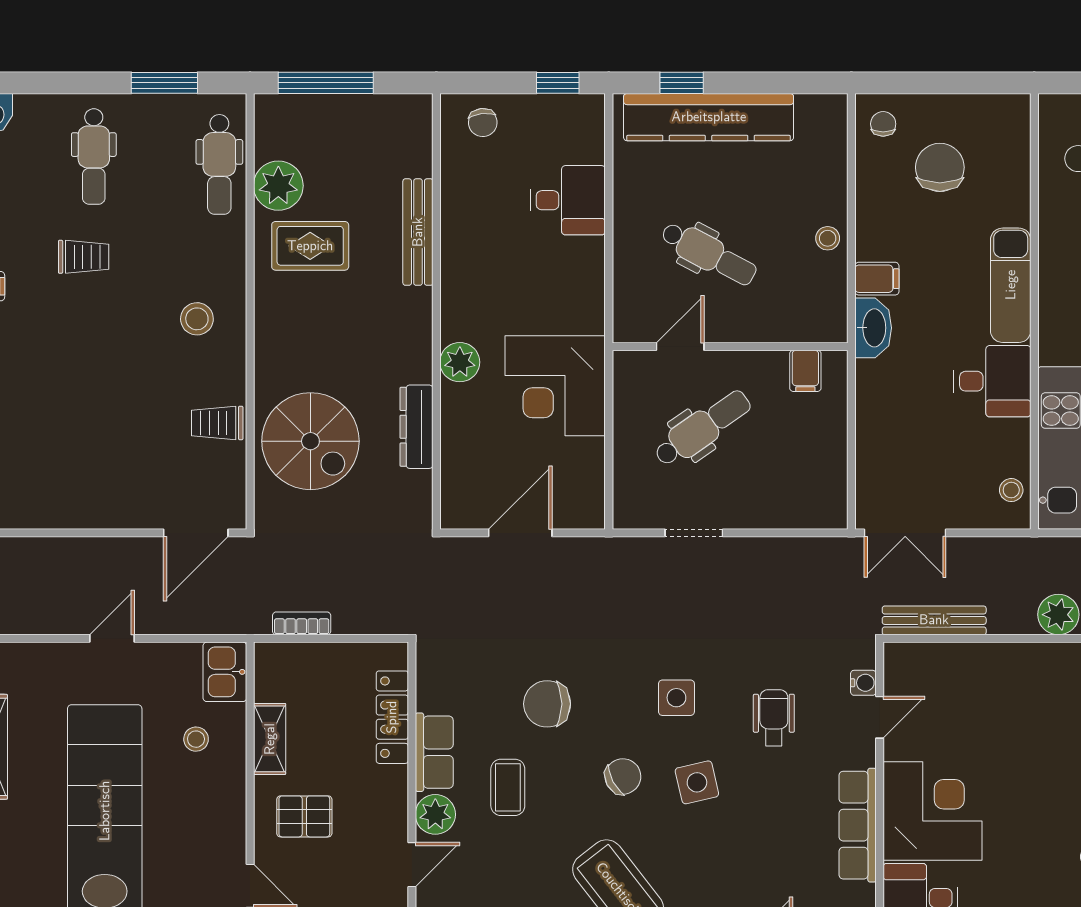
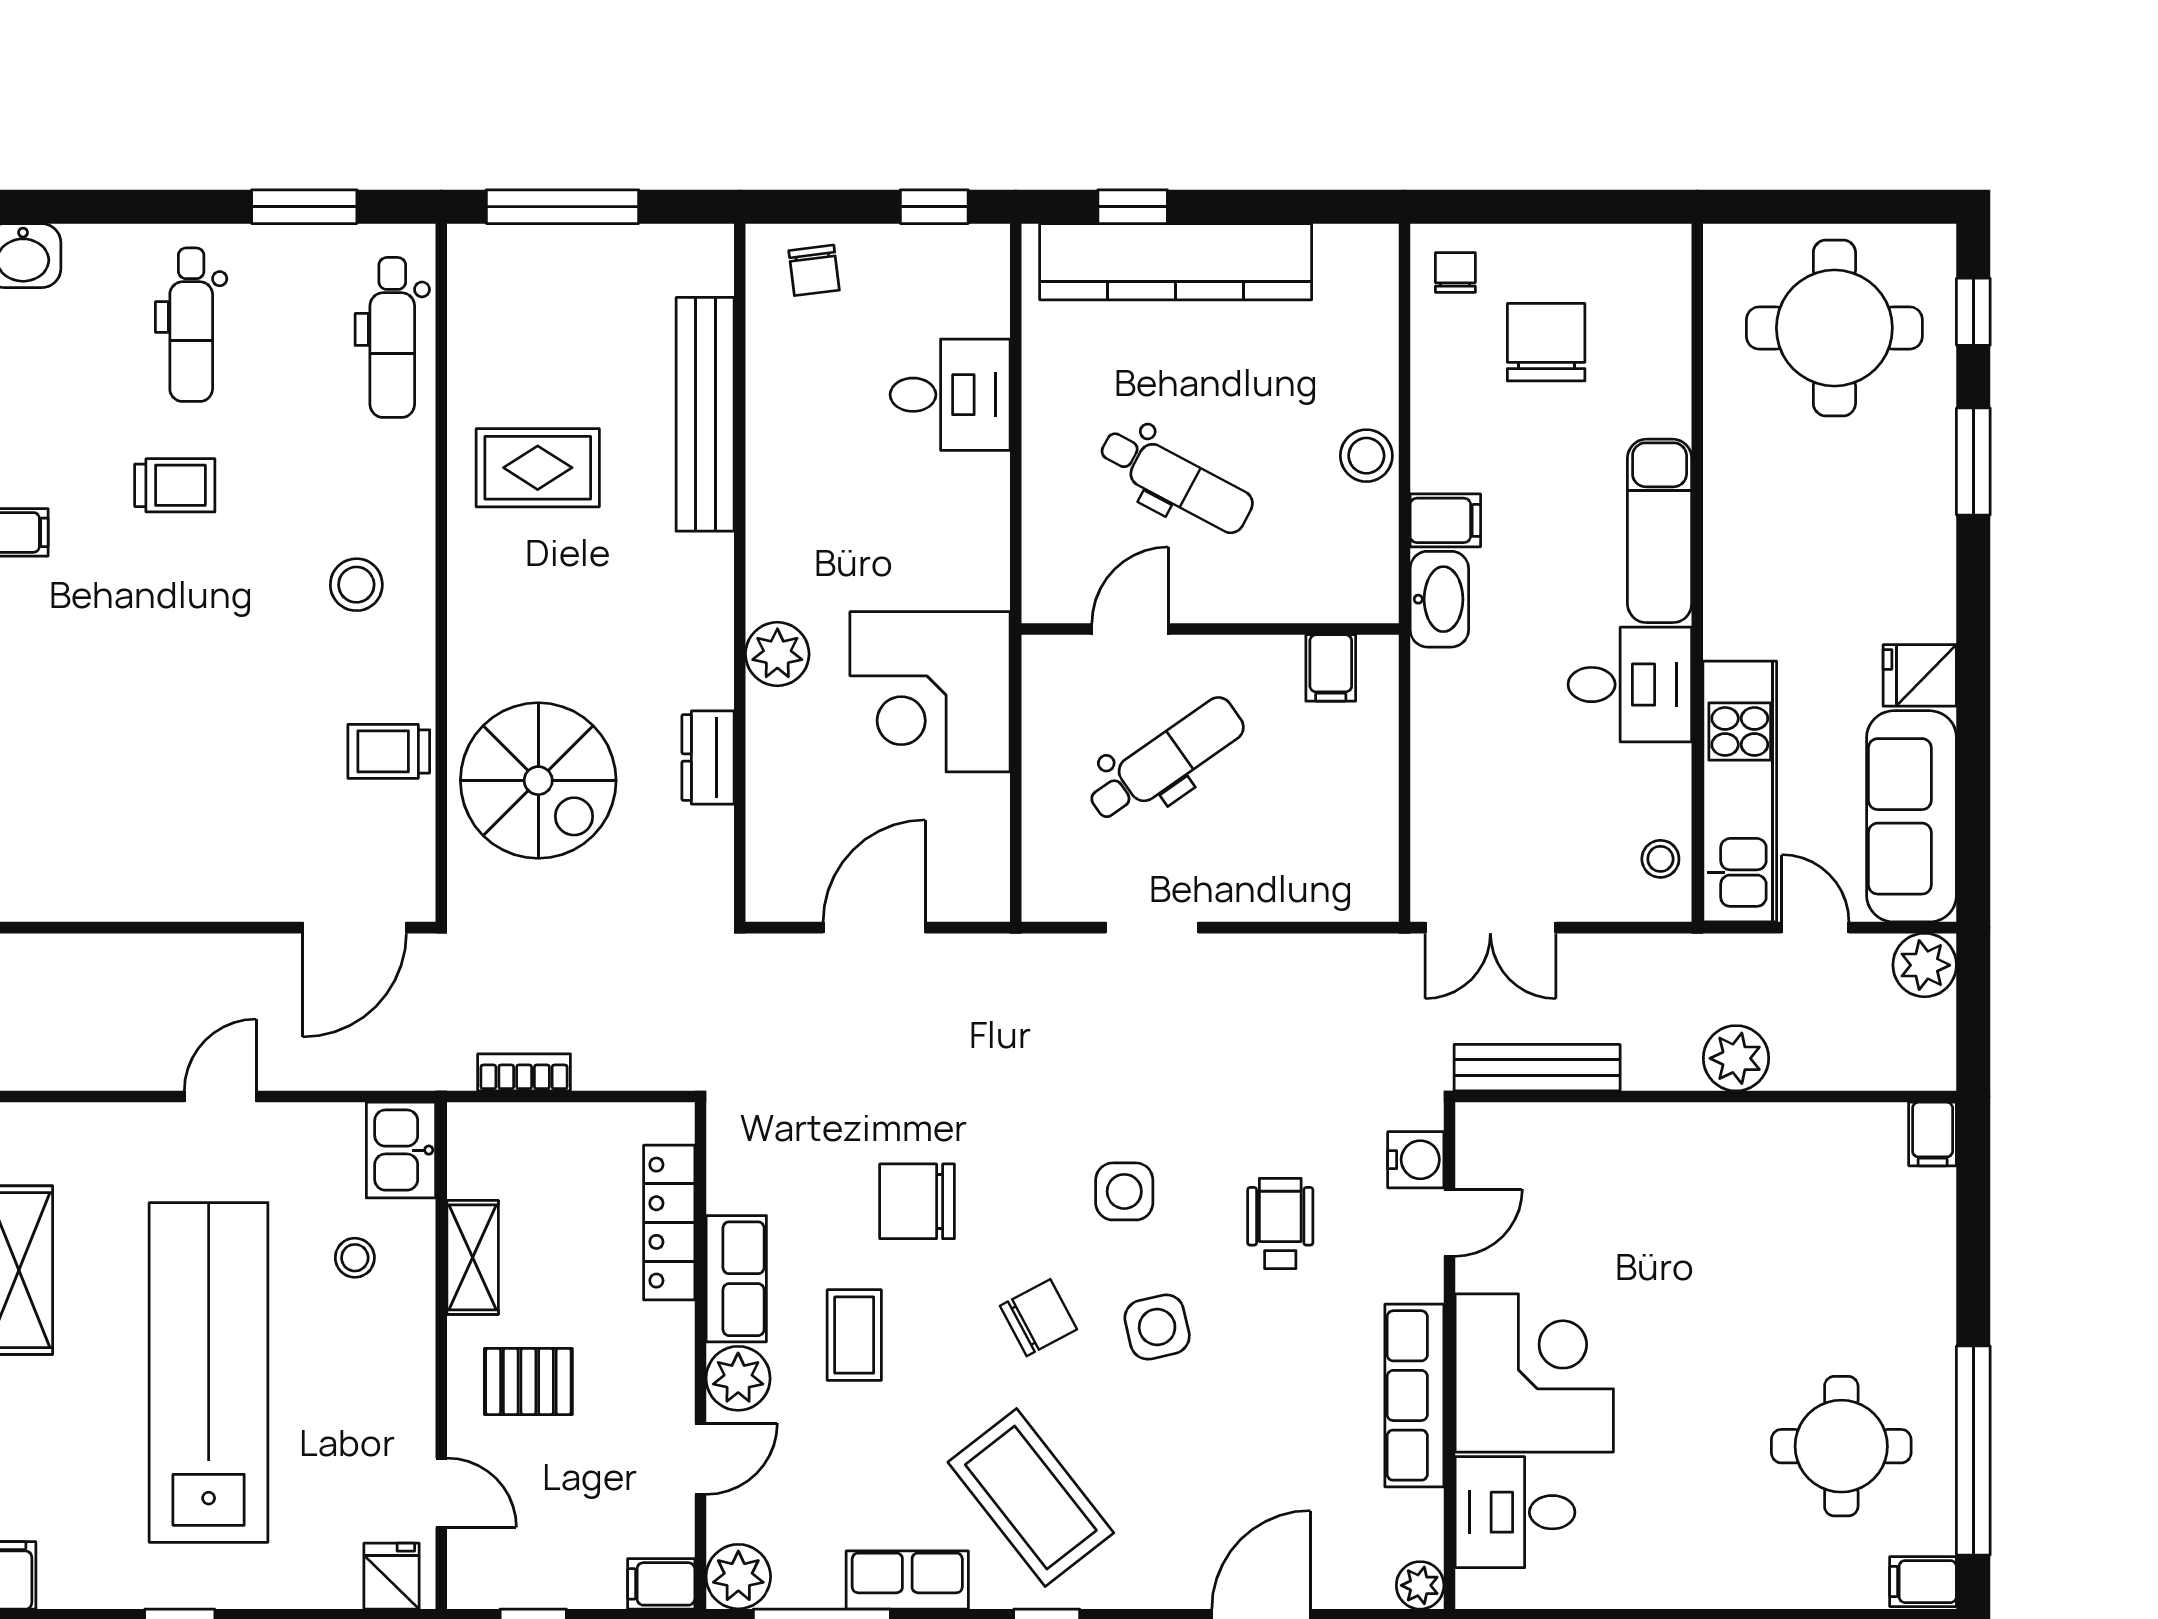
plant: (278, 186) -> (487, 371), removed
bench: (418, 232) -> (705, 414), width x1.37, depth x1.21
stool: (828, 238) -> (1366, 456), width x1.37, depth x1.37
dresser: (417, 427) -> (708, 757), width x0.70
water cooler: (863, 683) -> (1416, 1160), width x1.38, depth x1.38

